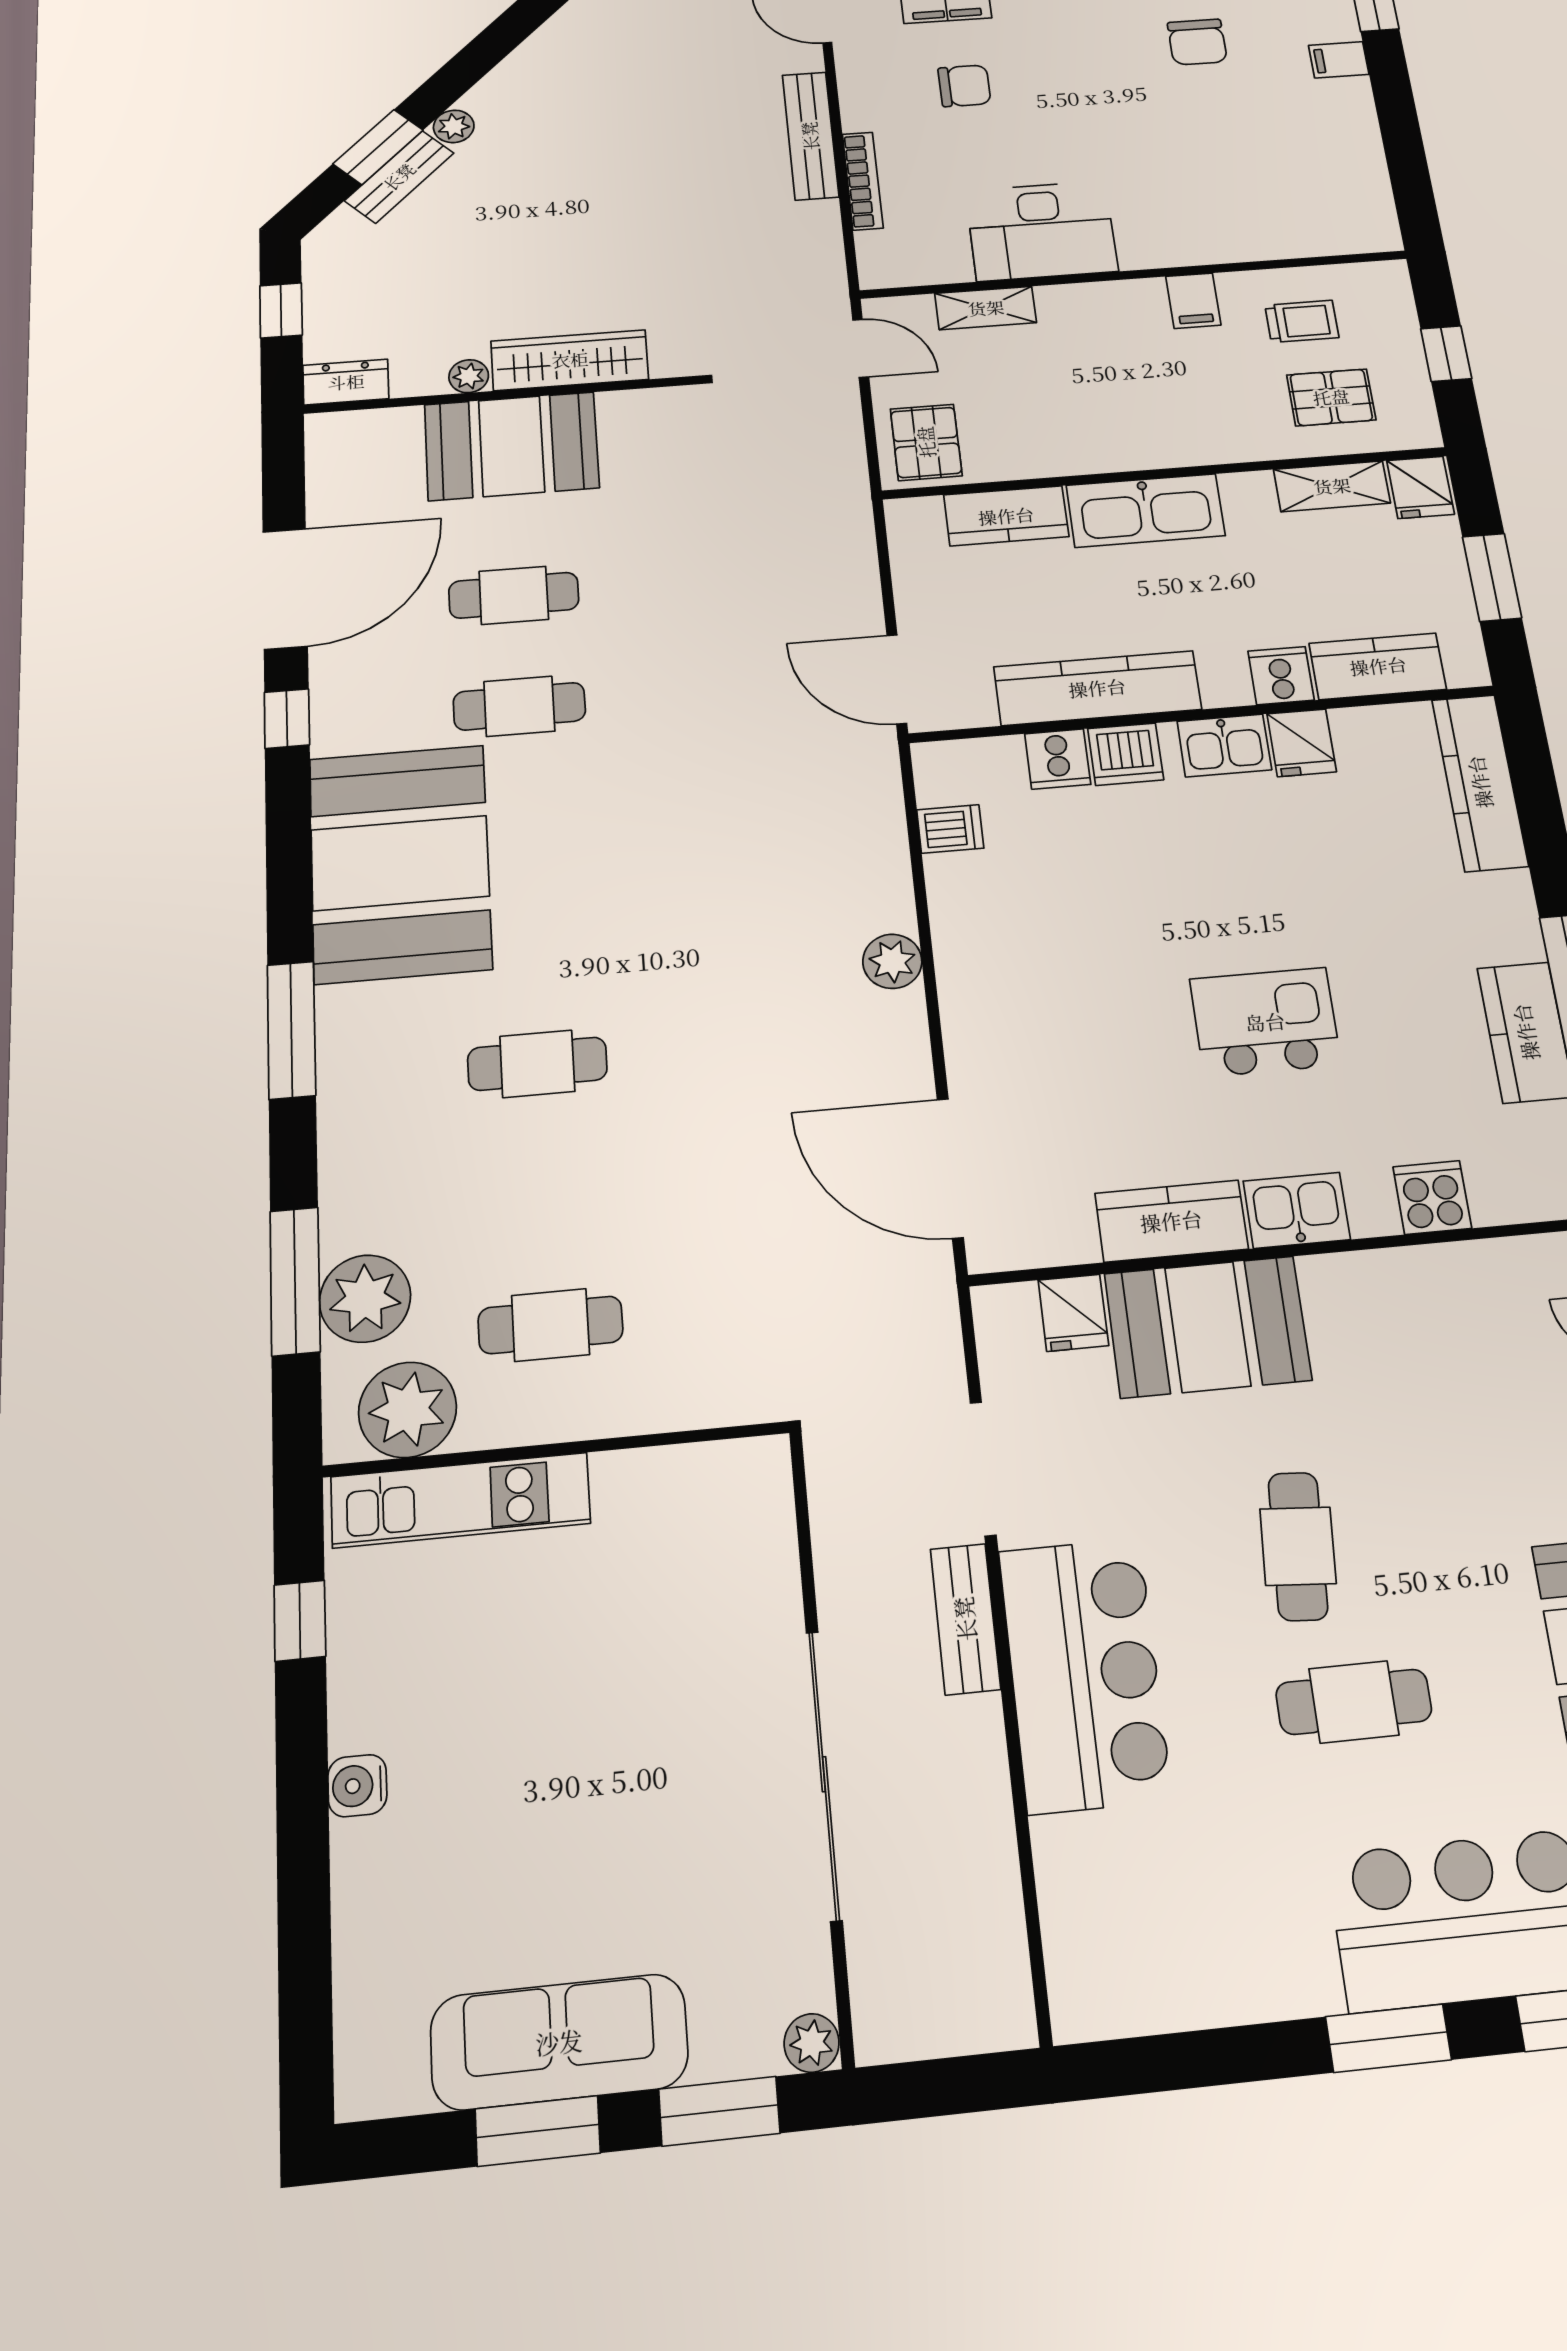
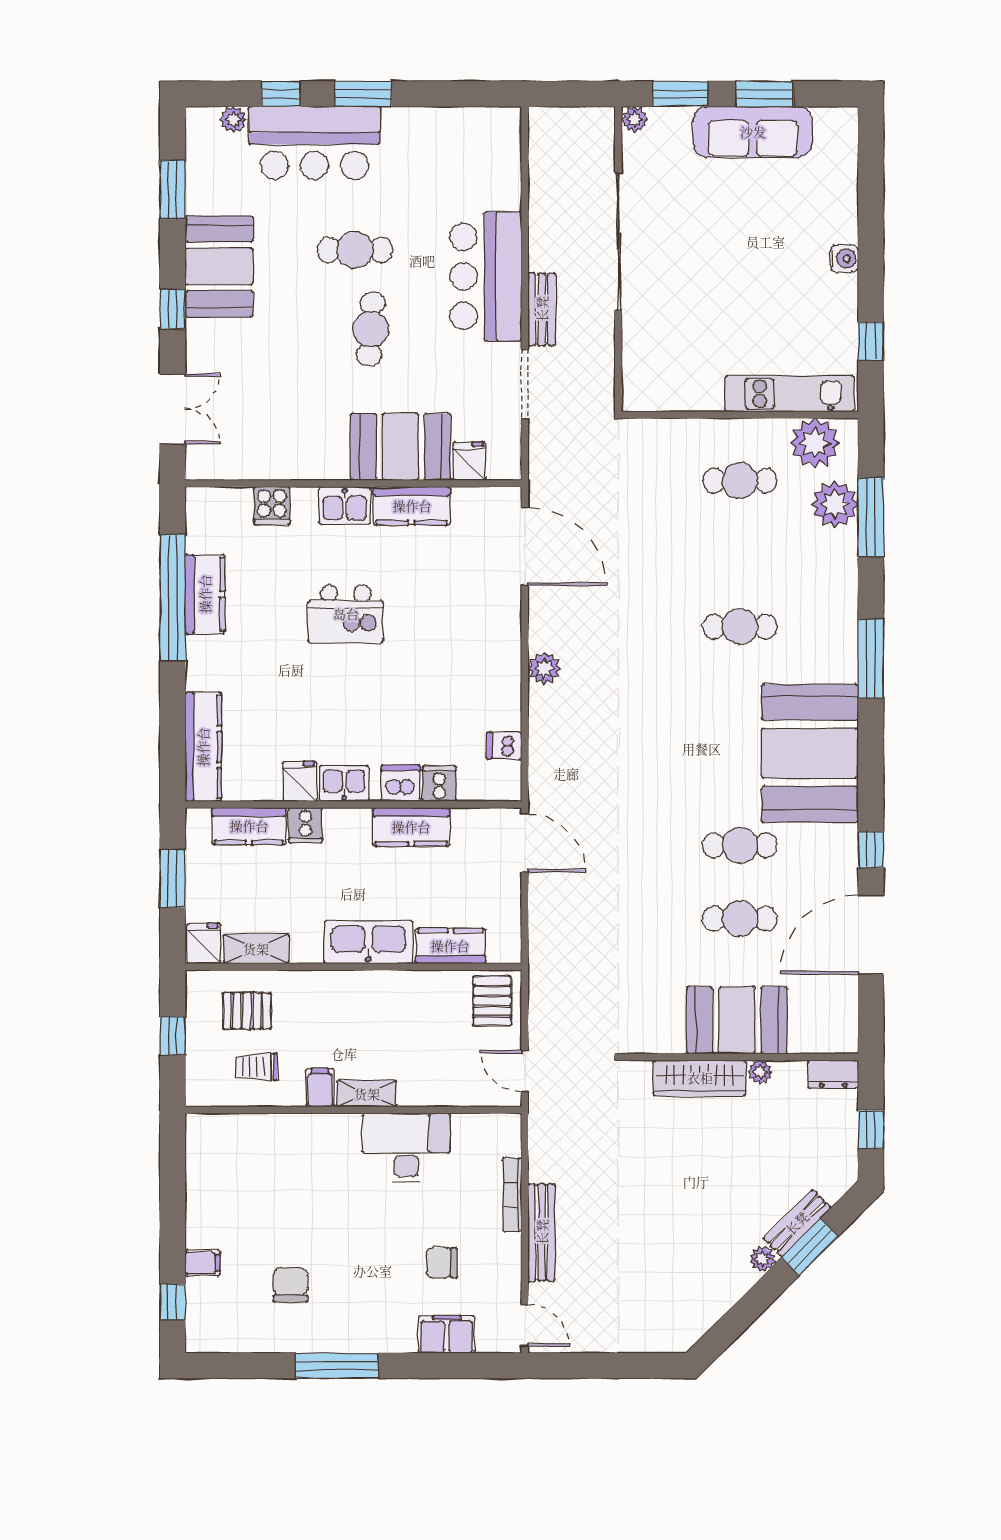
shelving: (986, 308) -> (367, 1094), moved
kitchen counter: (1097, 688) -> (411, 827), width x0.67

